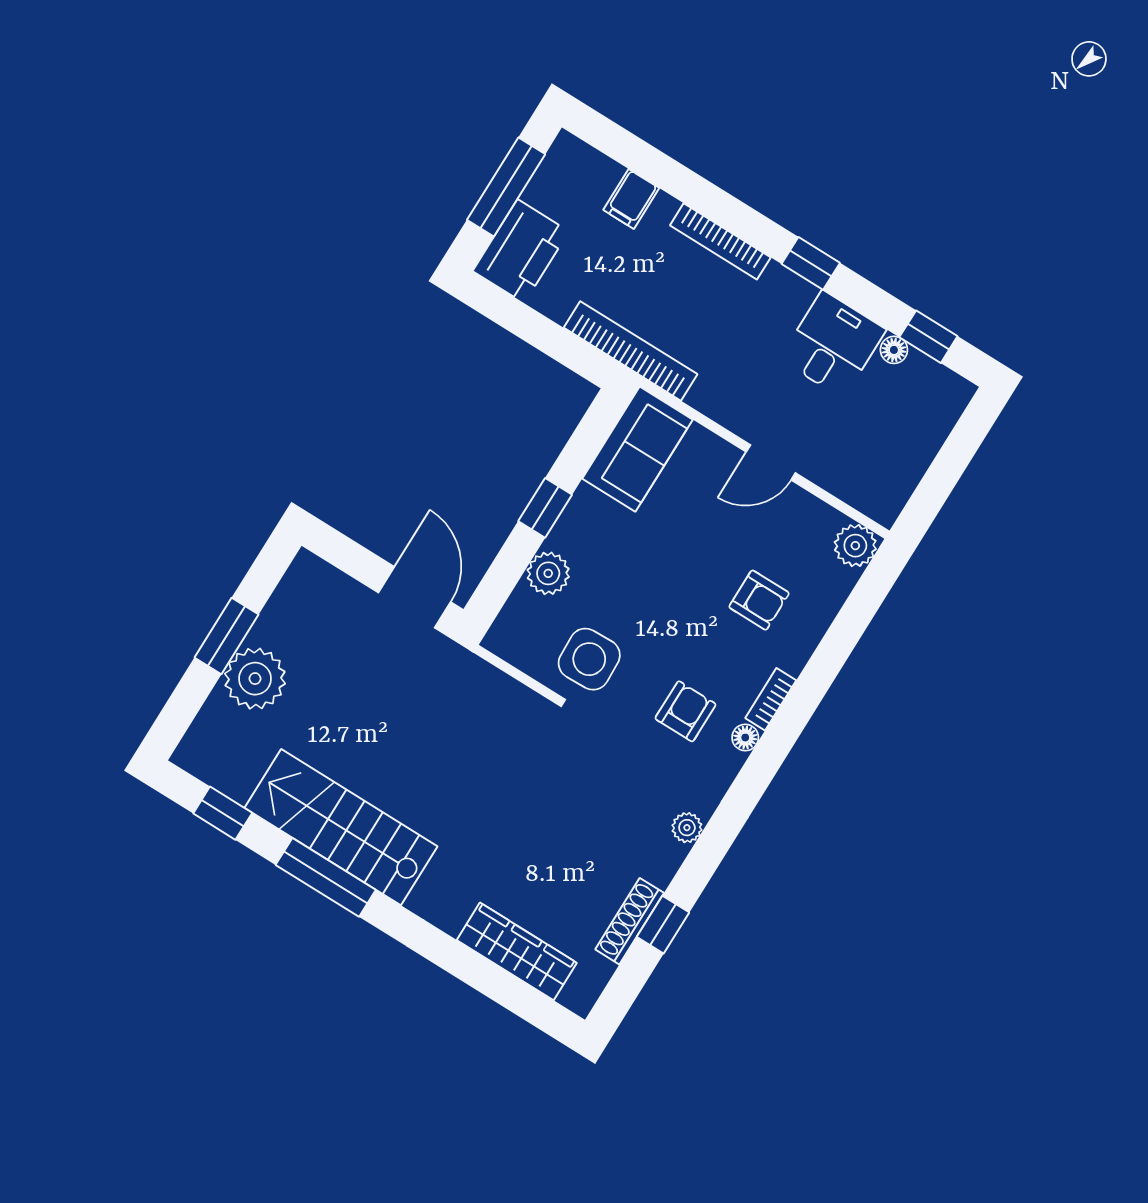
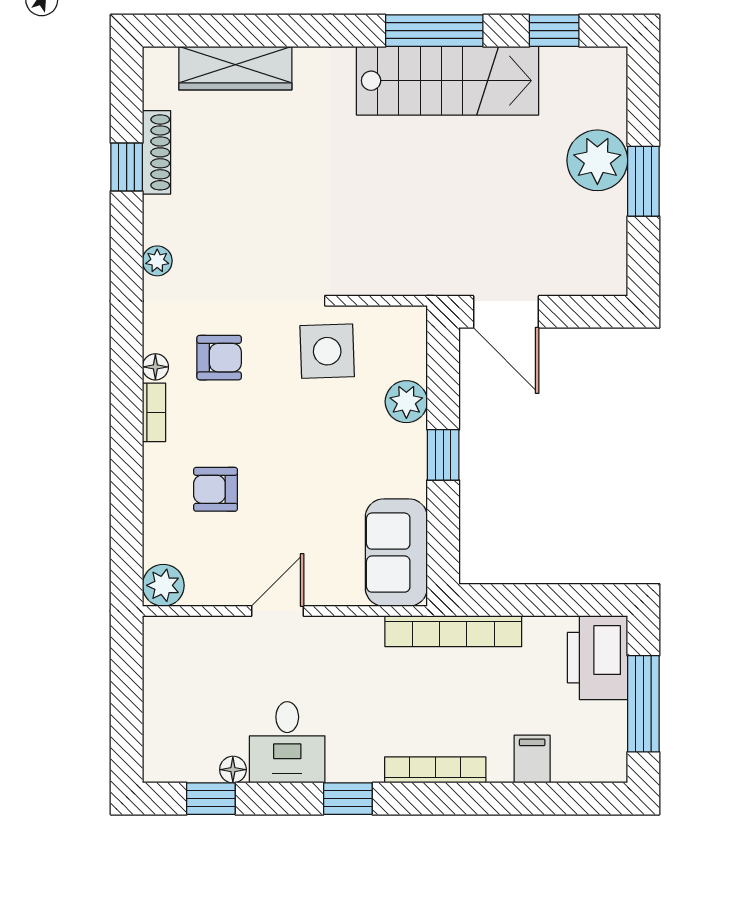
armchair: (685, 711) -> (219, 358), turned -90

